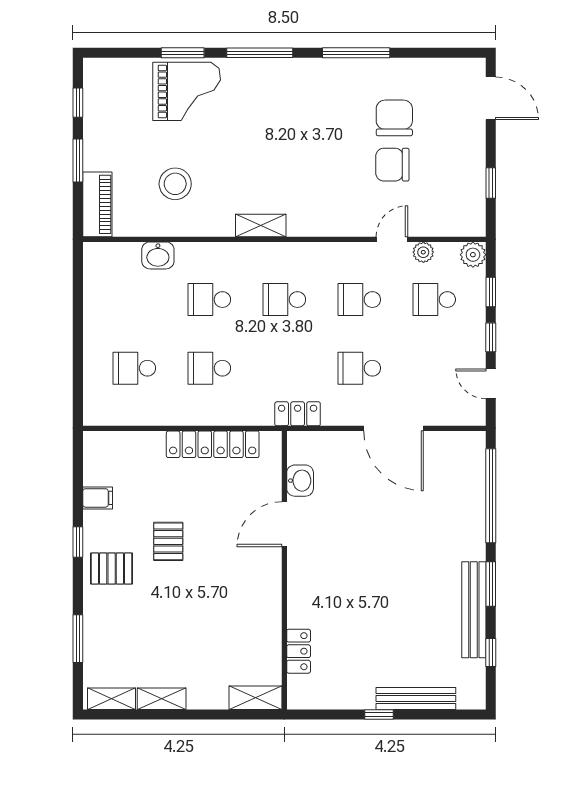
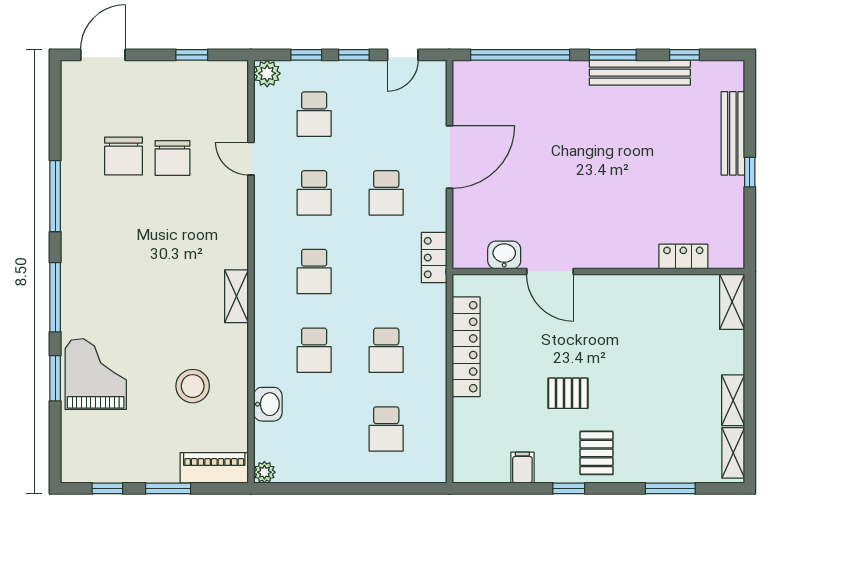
chair: (394, 118) -> (124, 156), turned -90
plant: (423, 252) -> (264, 472), moved

